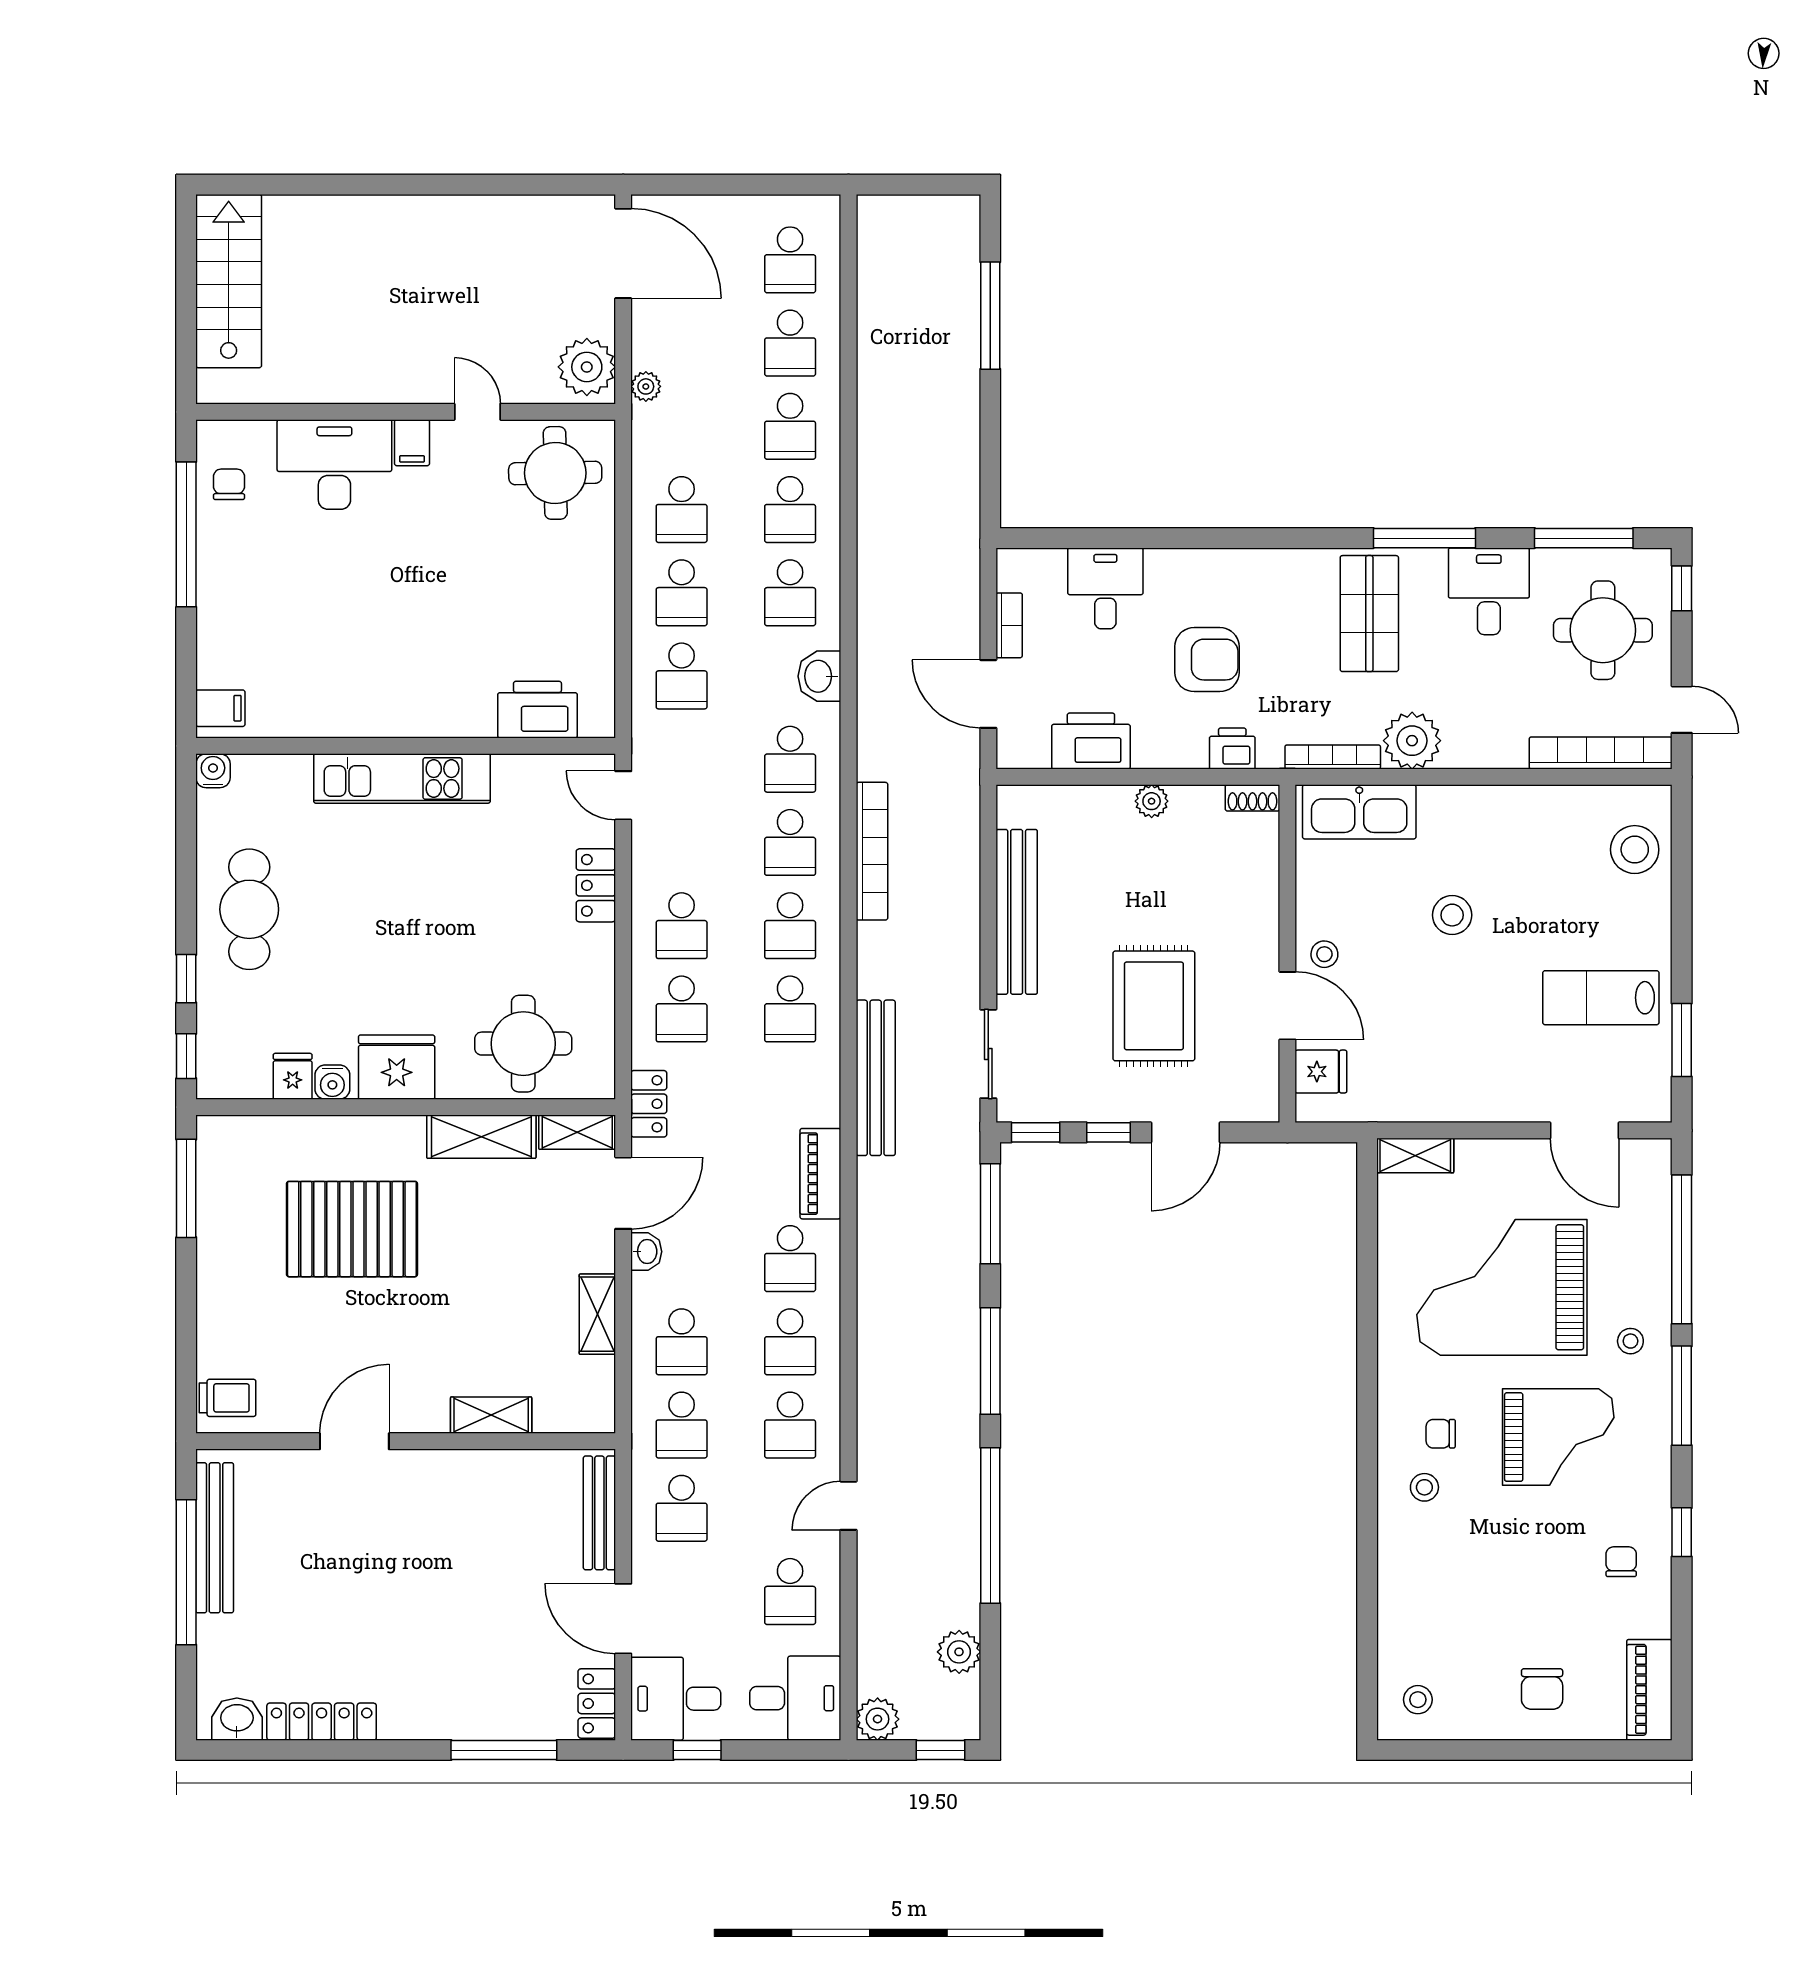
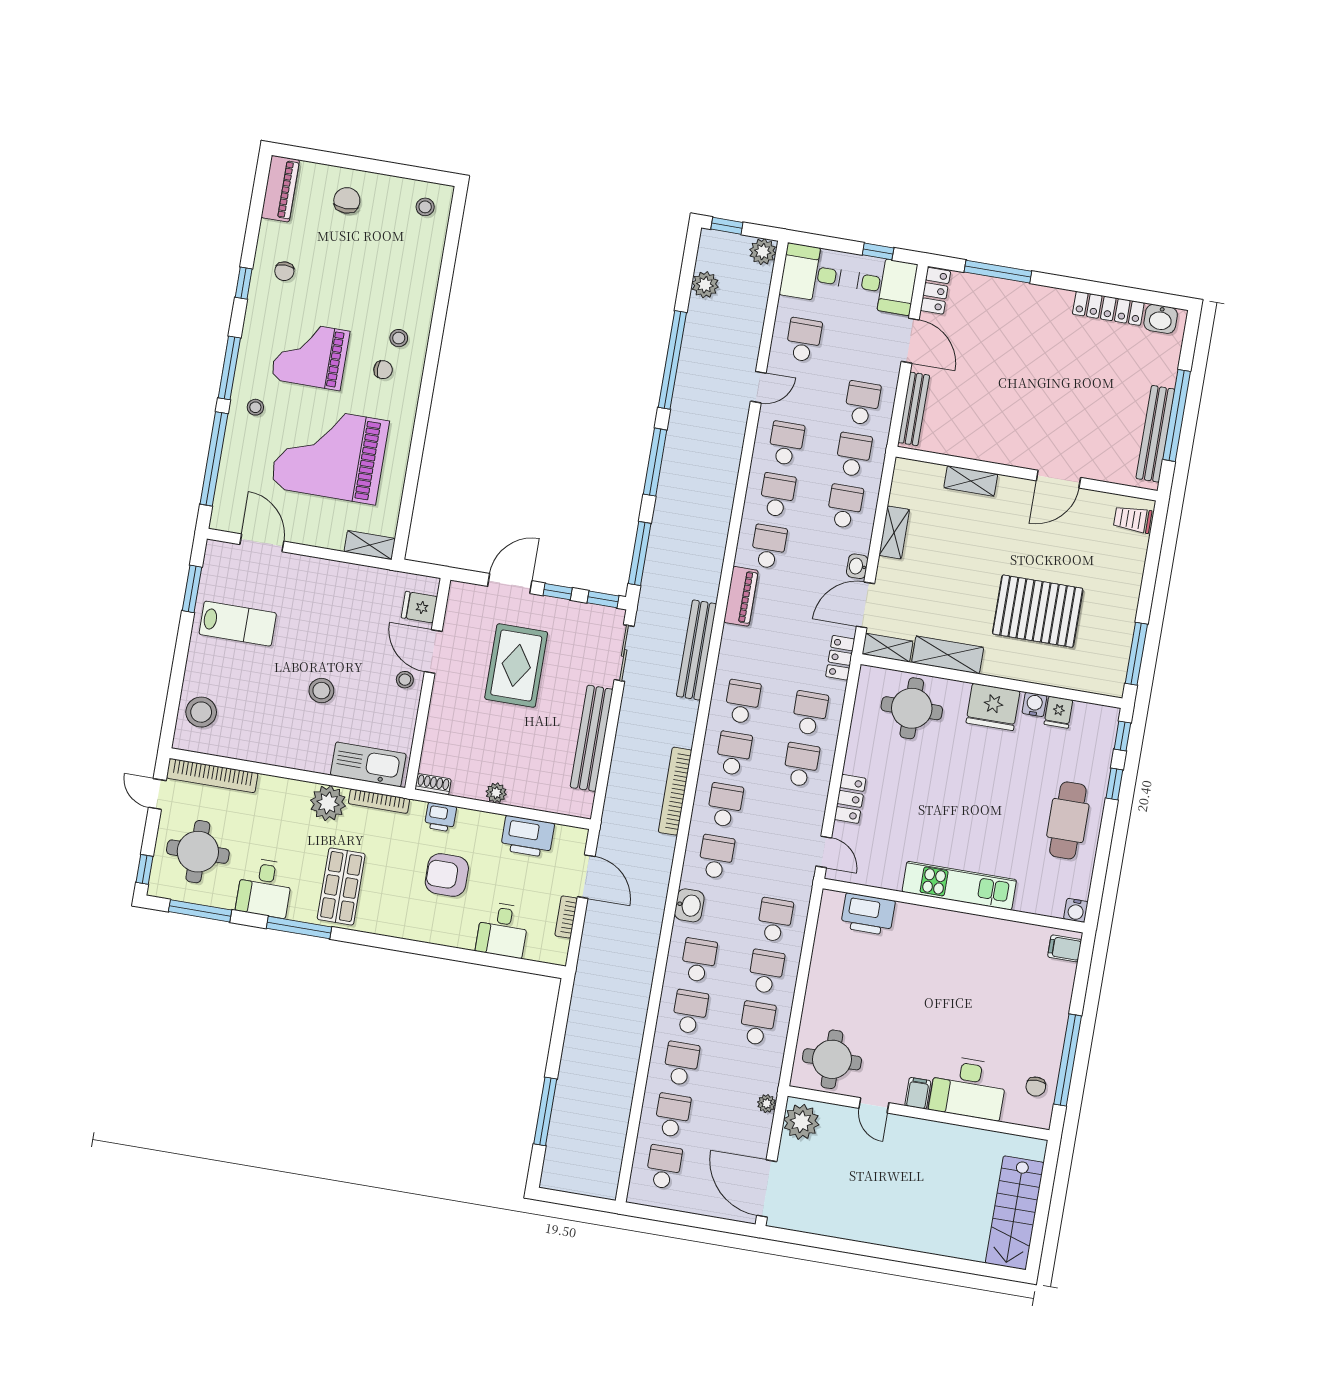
grand piano: (1502, 1287) -> (330, 454), turned 180

